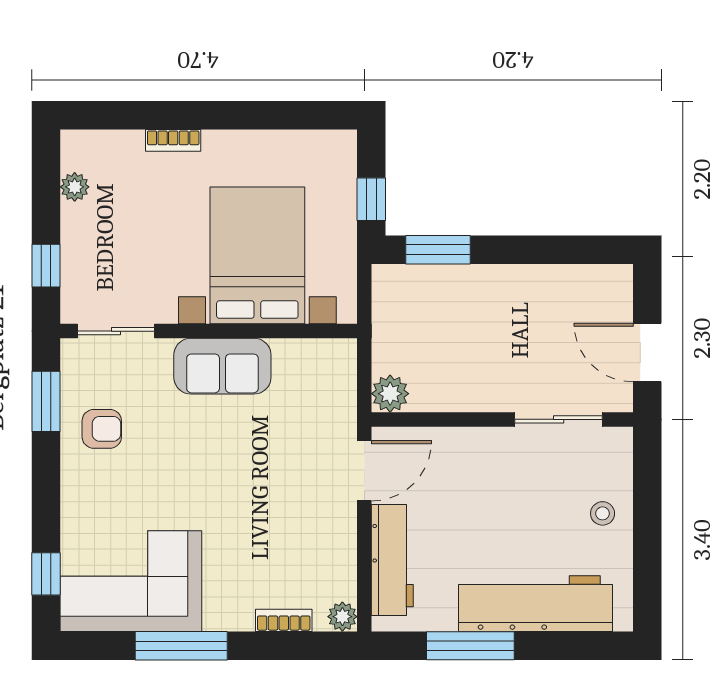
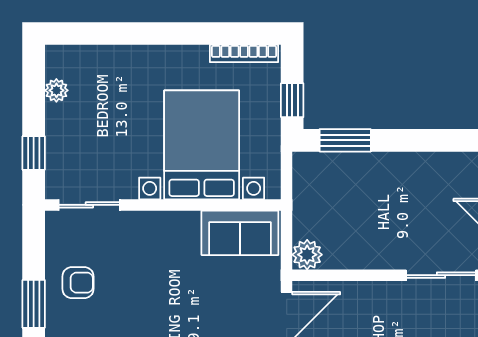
bookcase: (173, 140) -> (244, 53), moved, width x1.56
sofa: (222, 366) -> (240, 233), moved
window: (46, 401) -> (34, 304), moved

